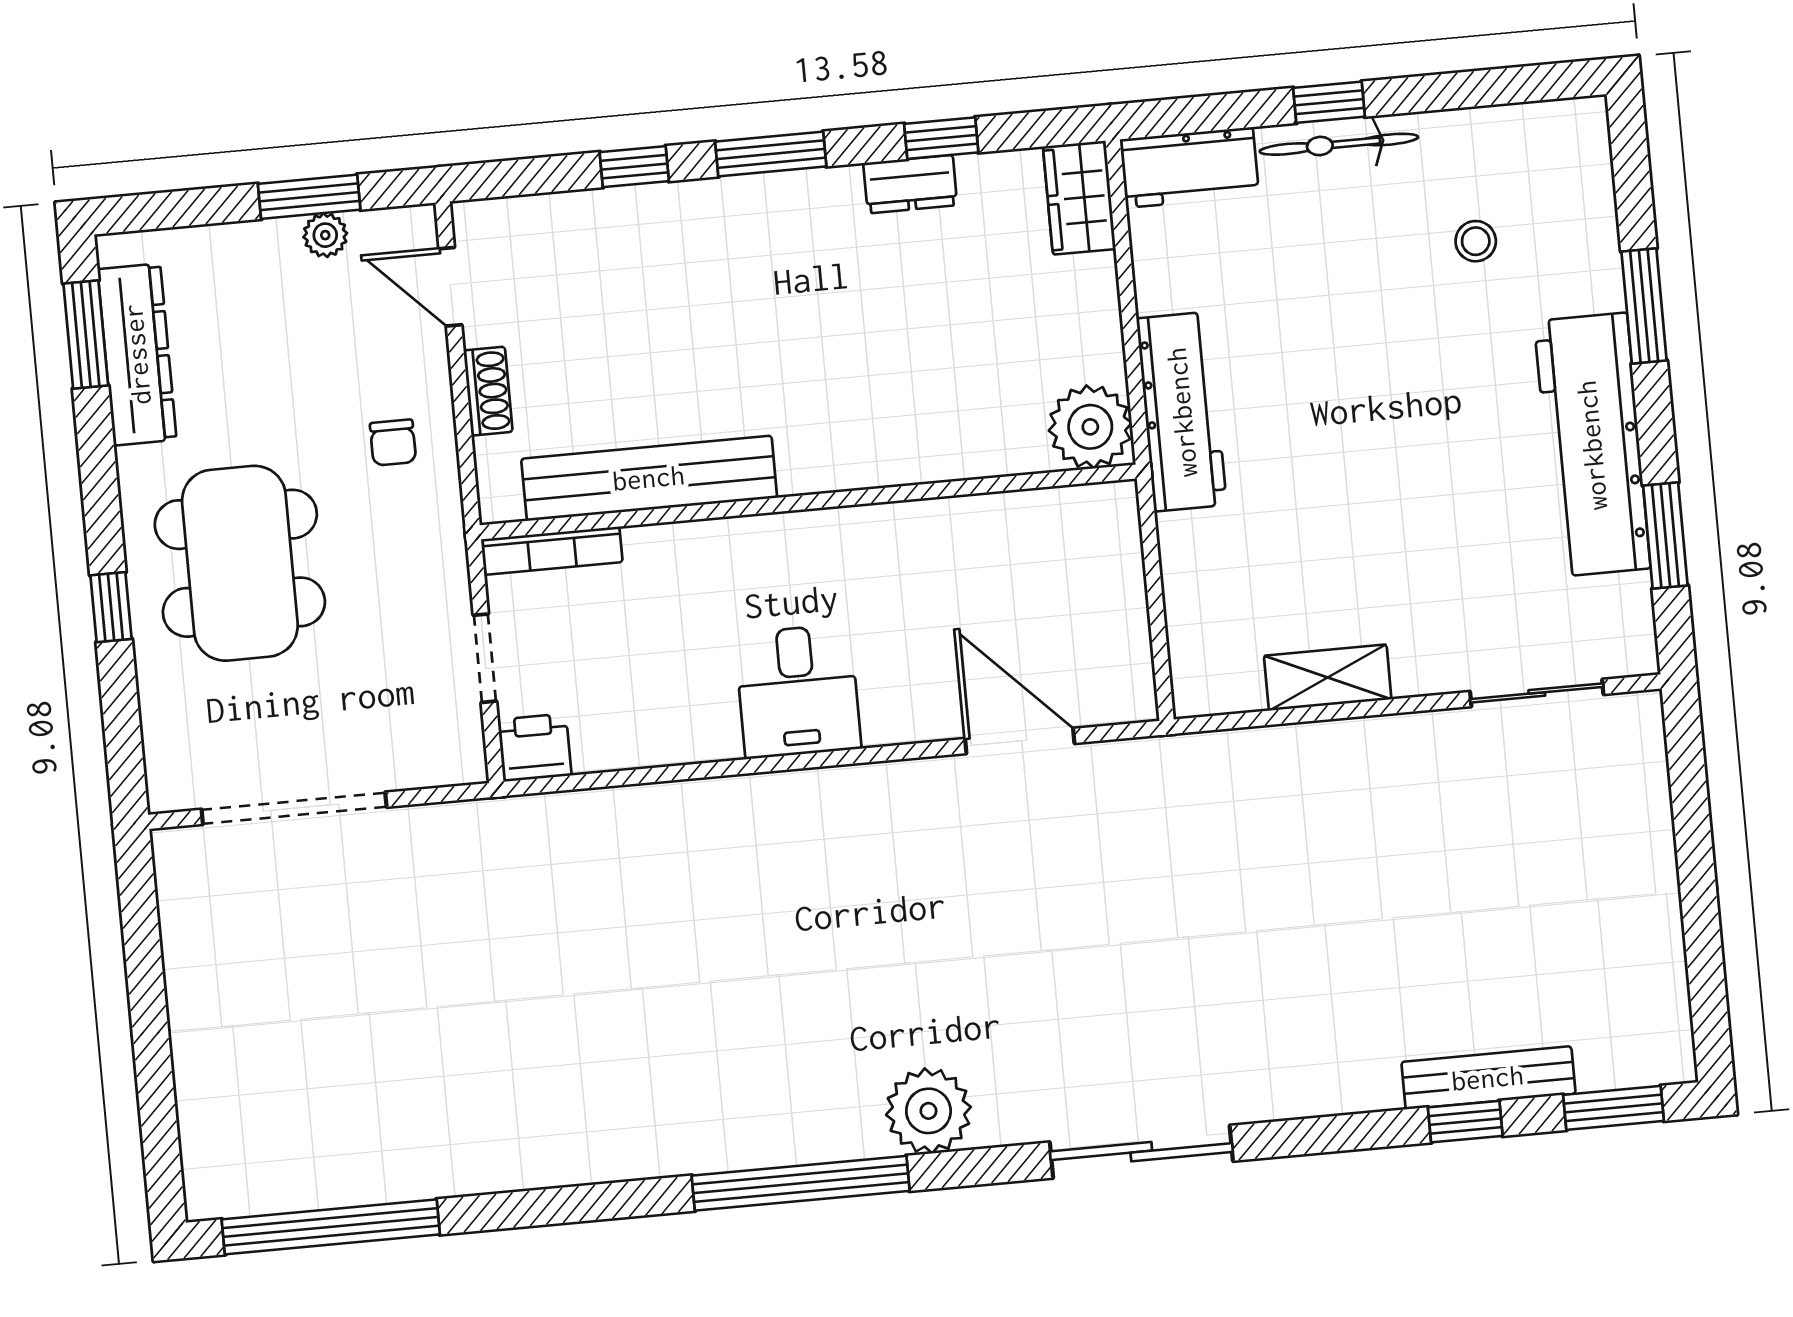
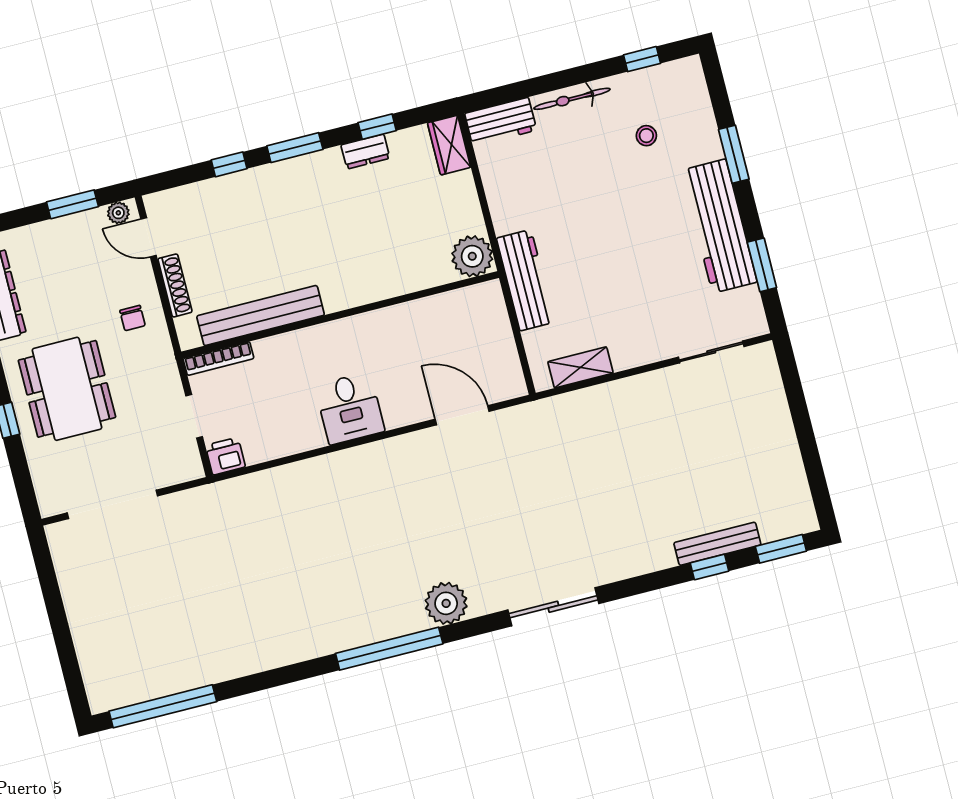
window: (1329, 102) -> (642, 59), moved
plant: (325, 235) -> (118, 213), moved
shoe rack: (488, 391) -> (175, 285), width x1.43
workbench: (1182, 412) -> (525, 280), moved
shelving: (1328, 678) -> (580, 367), moved

